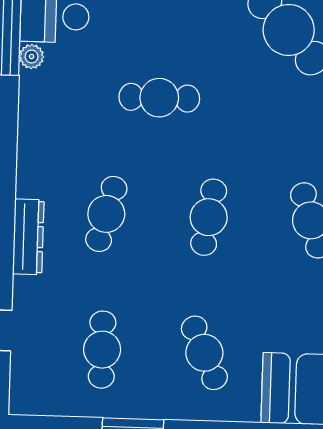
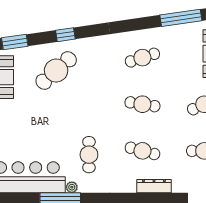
cafe table: (159, 98) -> (89, 155), moved

